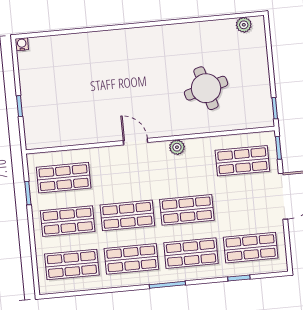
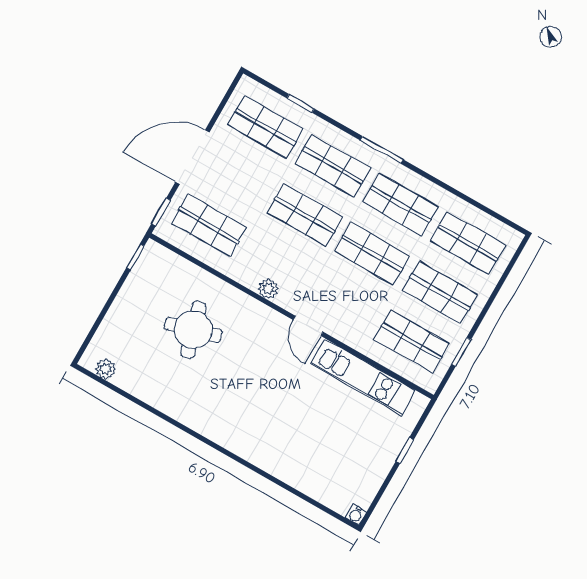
kitchen unit: (78, 134) -> (363, 377), added

